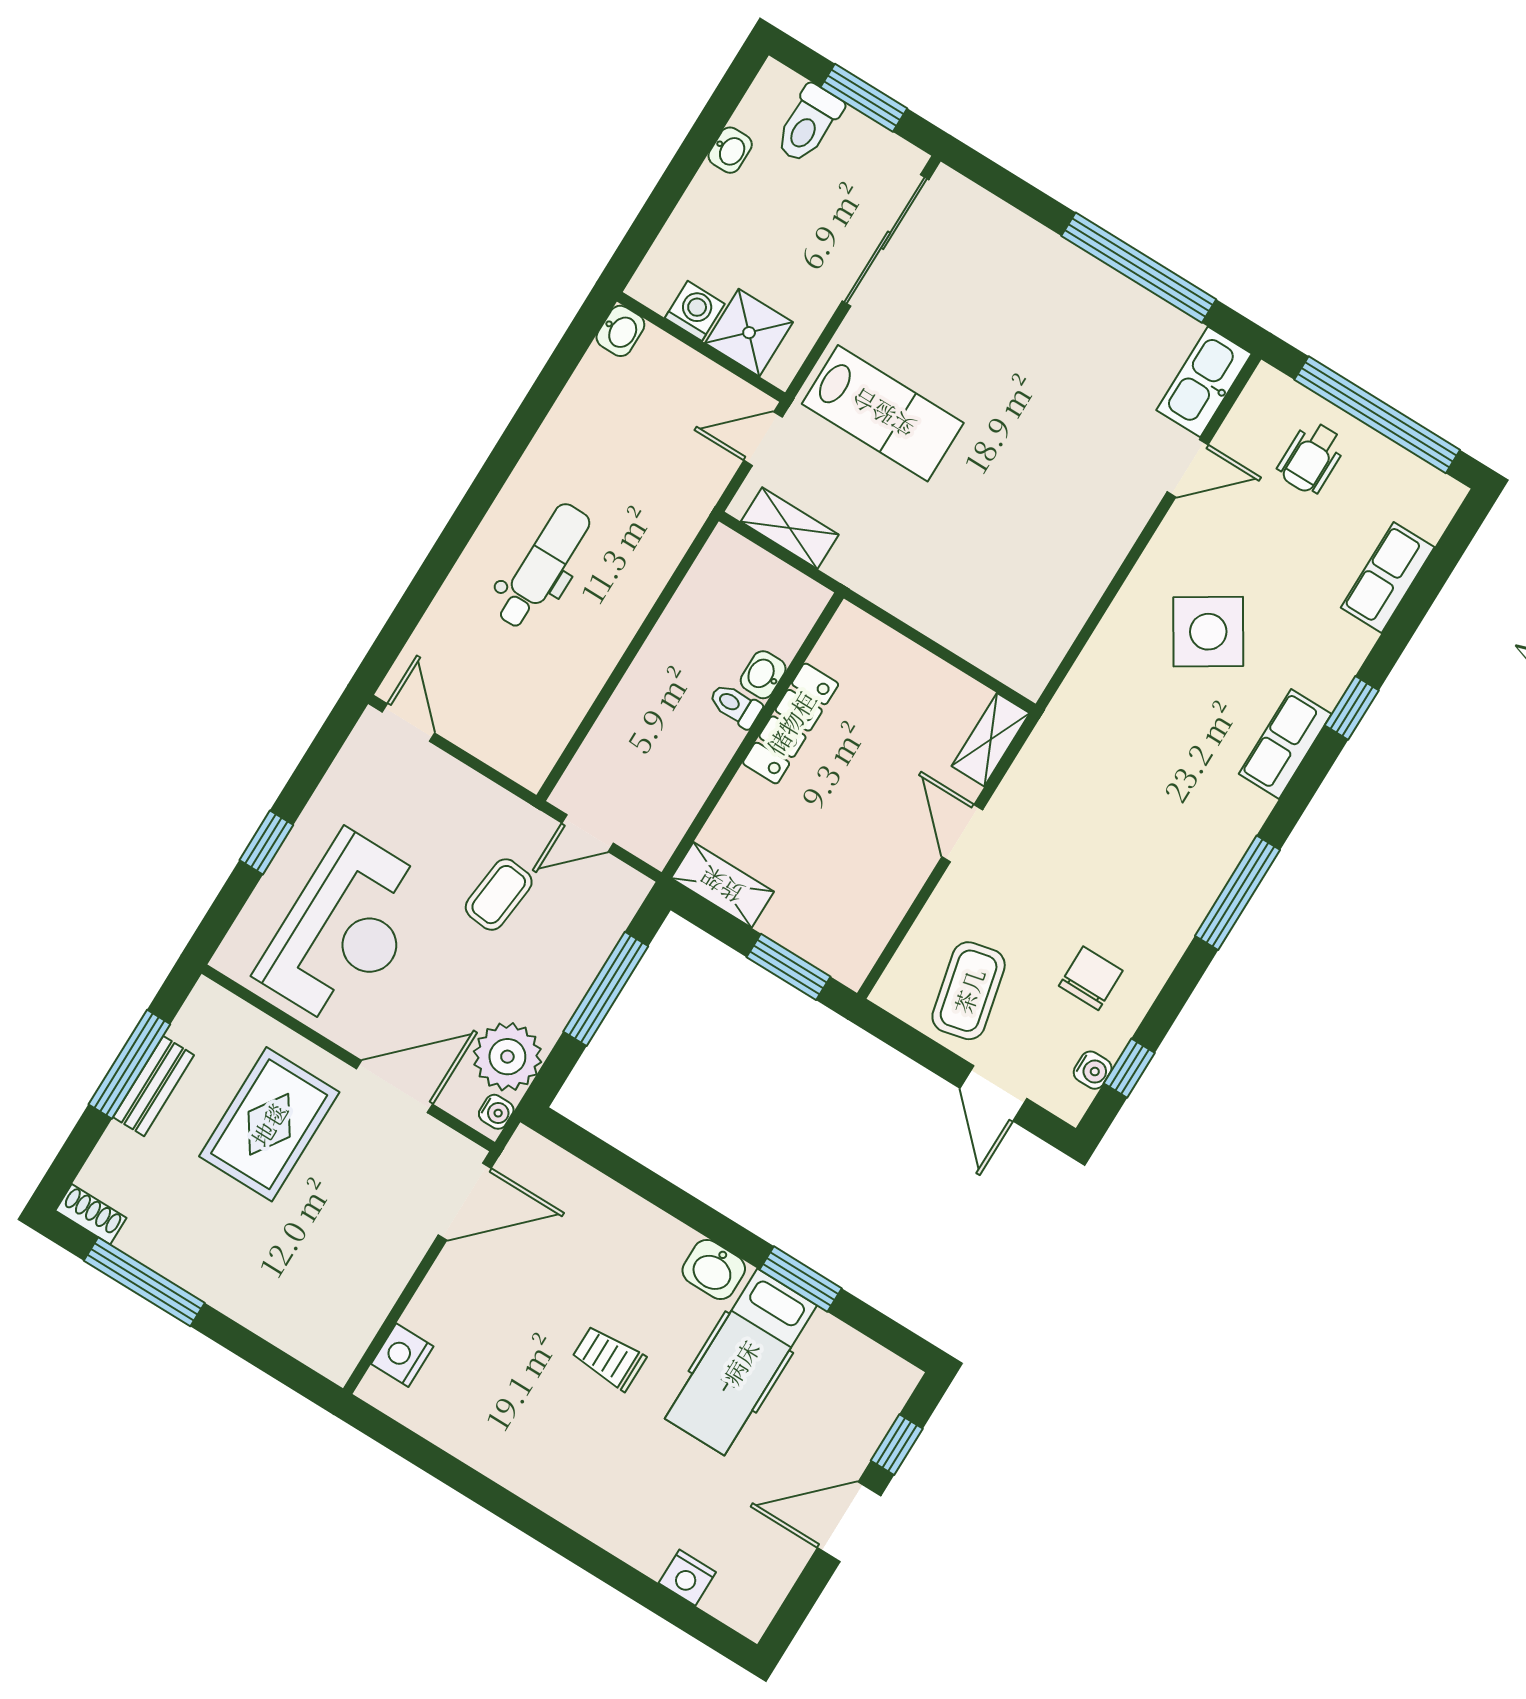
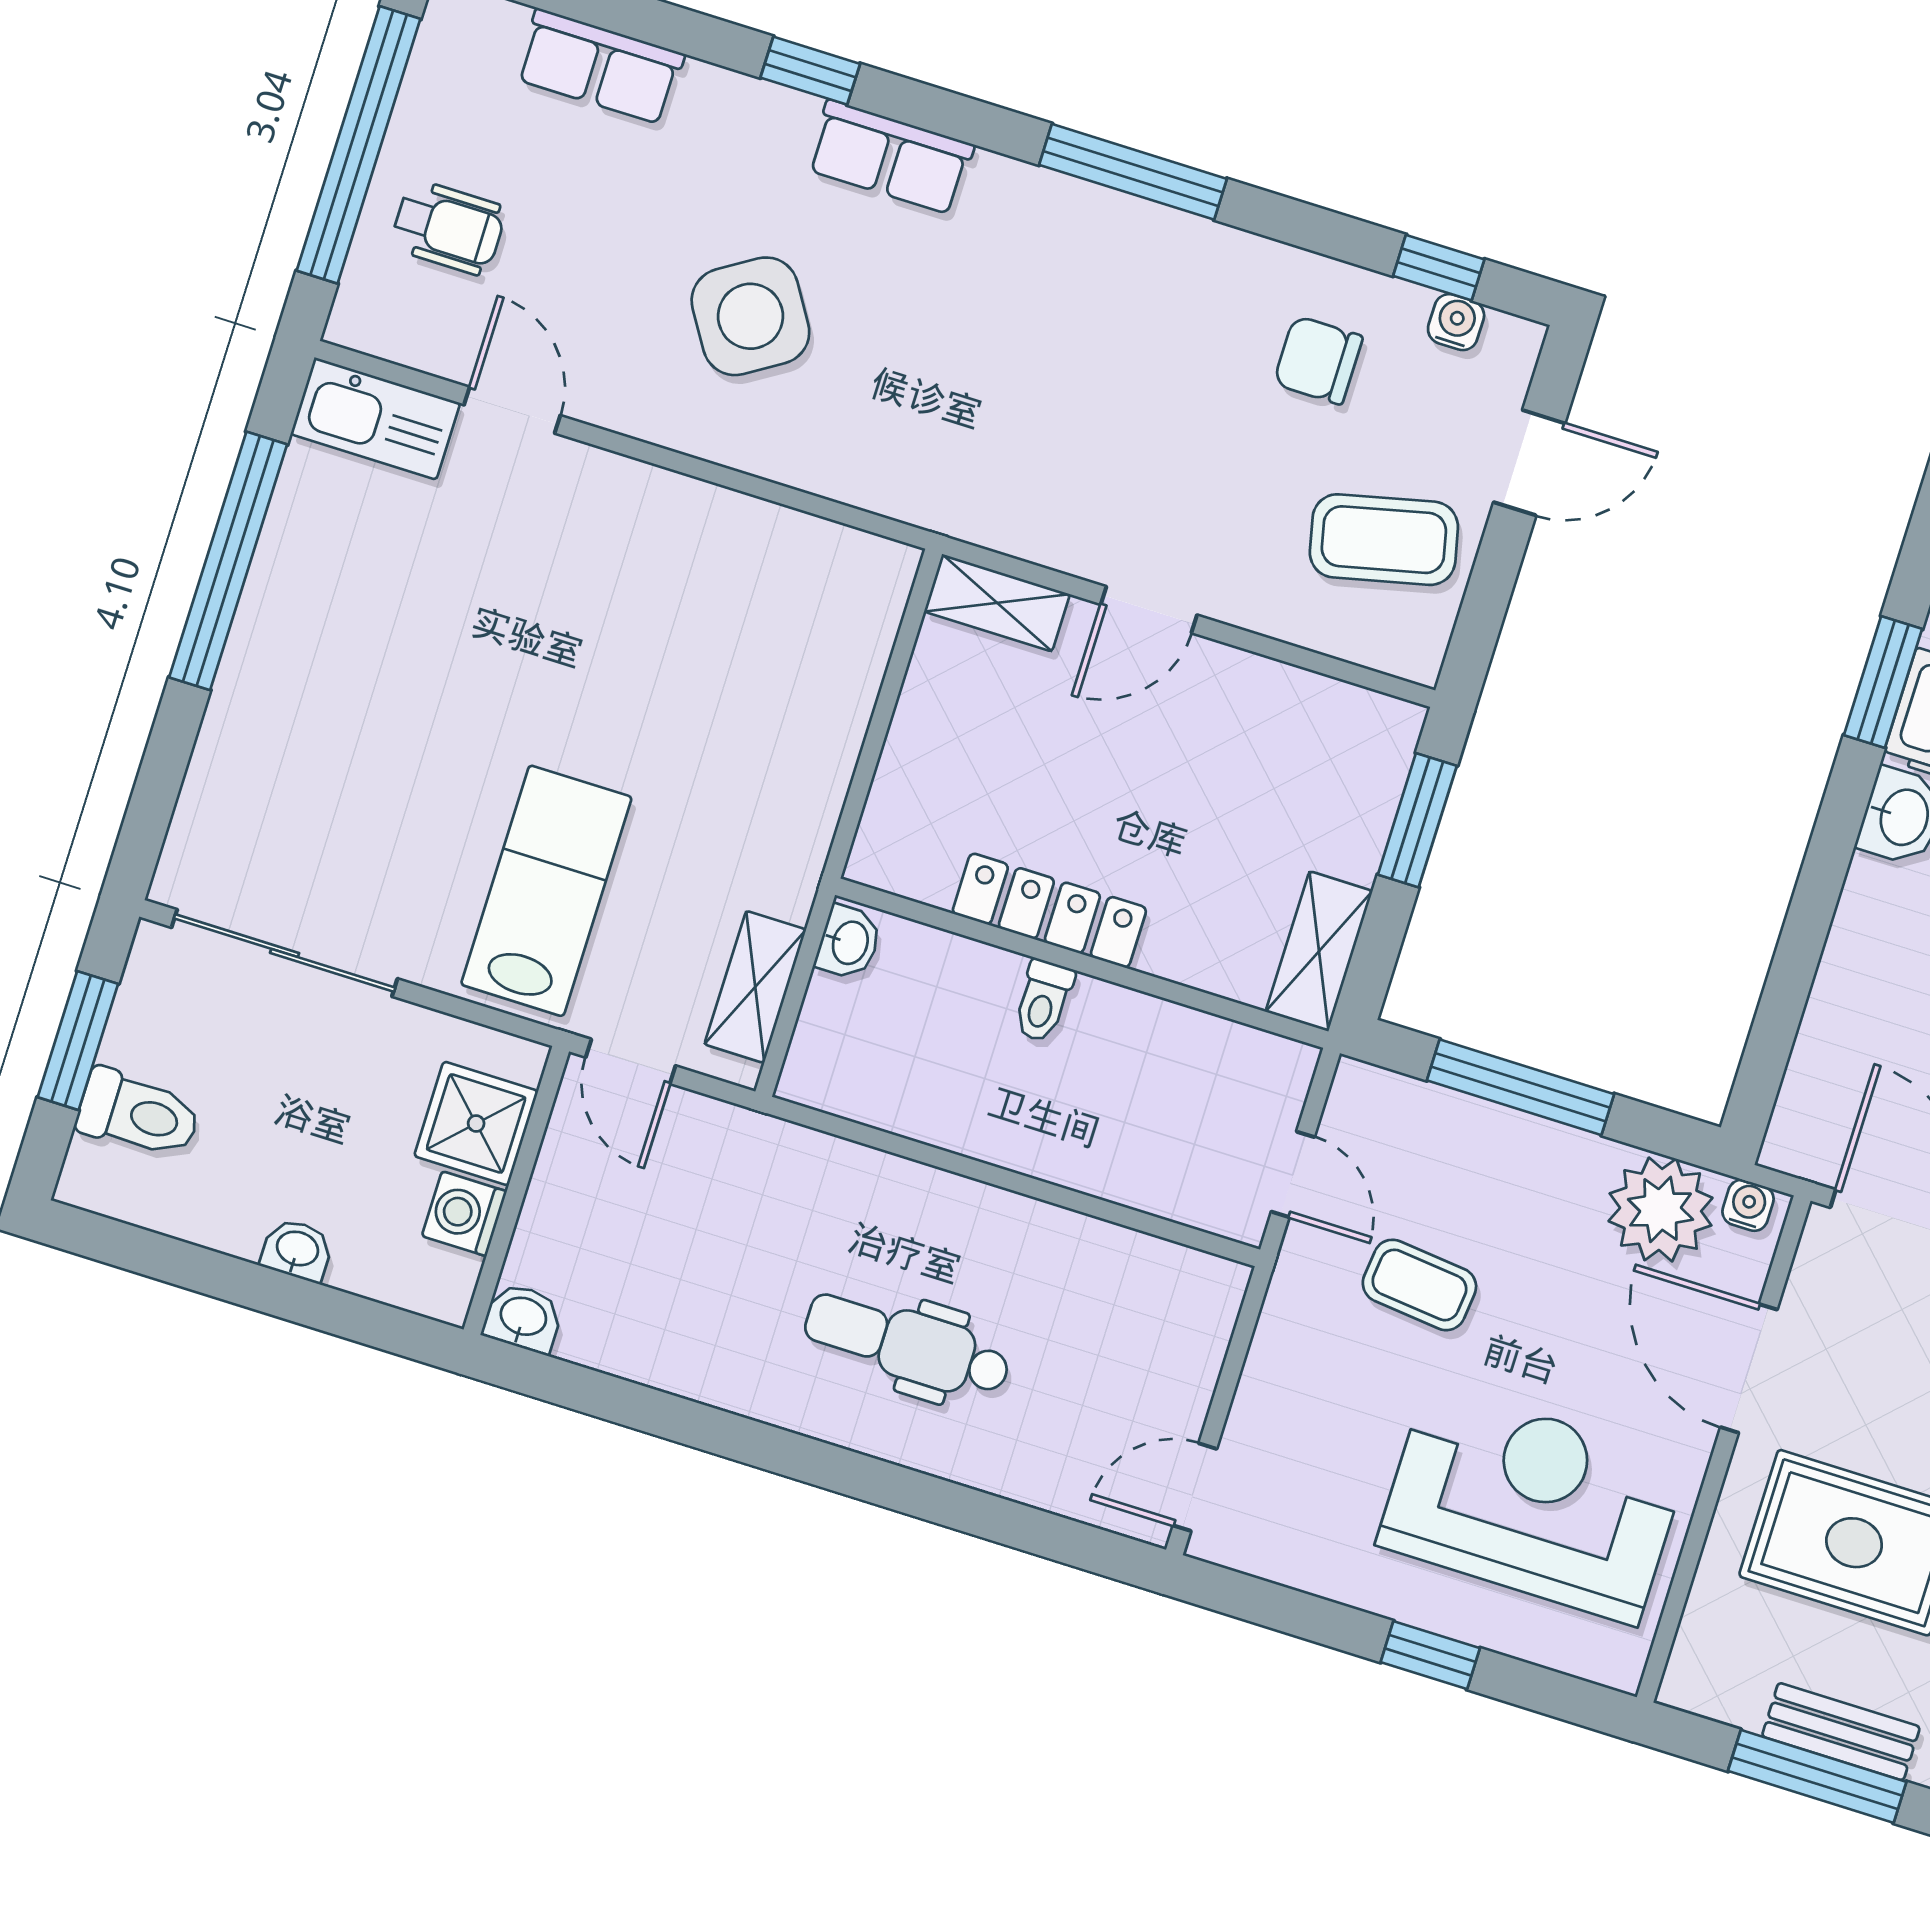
washbasin: (730, 150) -> (297, 1250), moved
washbasin: (763, 675) -> (849, 942), moved, turned -90

